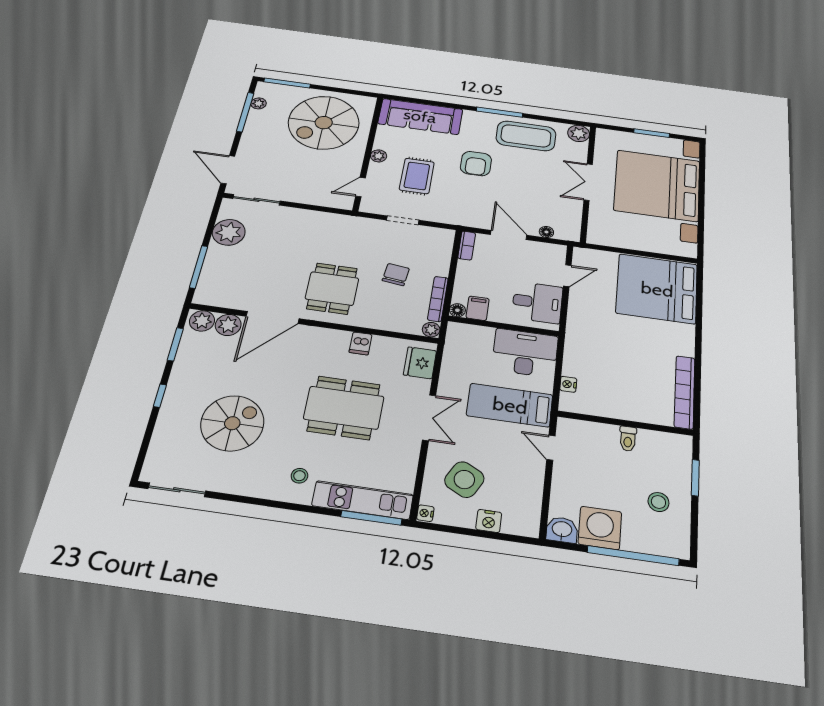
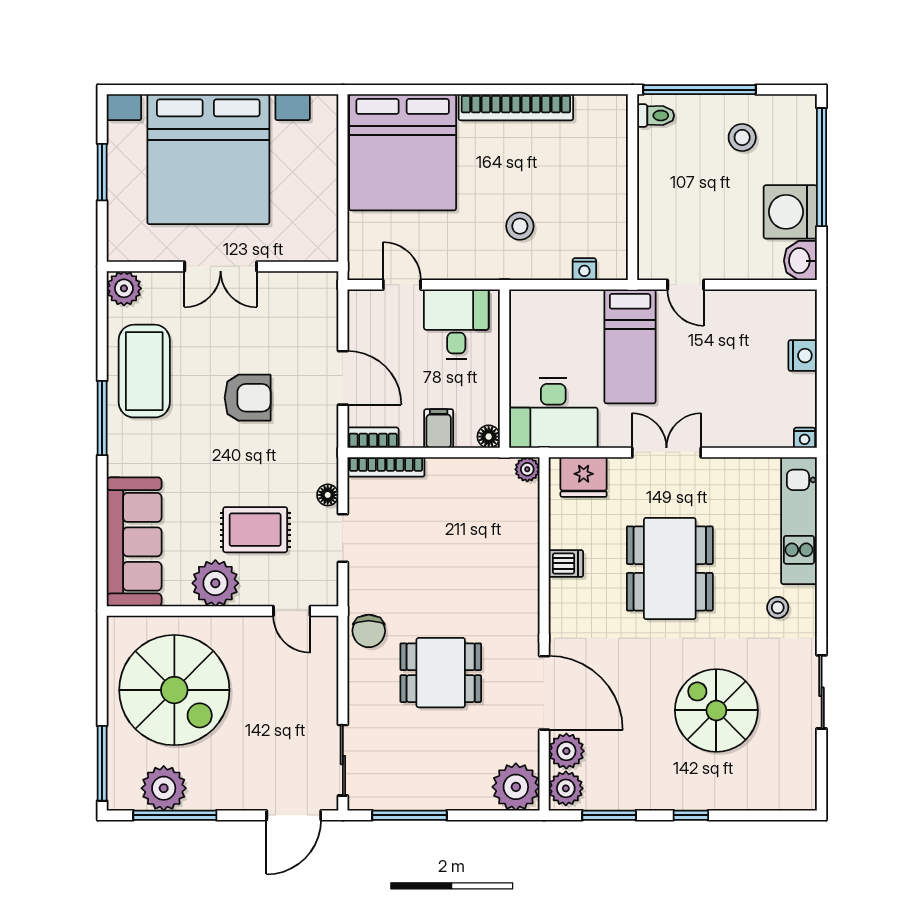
plant: (259, 103) -> (164, 788), width x1.88, depth x1.88
plant: (379, 156) -> (215, 583), width x1.87, depth x1.87
armchair: (476, 164) -> (248, 398), moved
plant: (229, 232) -> (516, 787), moved
floor lamp: (546, 232) -> (328, 495), moved
door: (509, 235) -> (343, 378), swing flipped
window: (199, 267) -> (409, 815), moved
chair: (396, 274) -> (369, 631), moved, turned -97
dining table: (332, 289) -> (441, 673), moved
bookcase: (438, 299) -> (386, 467), moved
filing cabinet: (478, 308) -> (439, 428), moved, turned 90
stool: (602, 349) -> (520, 226), added
desk: (525, 353) -> (553, 413), moved, turned -90
bookcase: (685, 392) -> (516, 107), moved
toilet: (628, 439) -> (656, 116), moved
door: (551, 448) -> (686, 285), hinge flipped
window: (695, 478) -> (700, 90), width x2.11
side table: (464, 480) -> (750, 394), removed
sliding door: (177, 490) -> (822, 692), moved
window: (371, 518) -> (822, 505), removed

